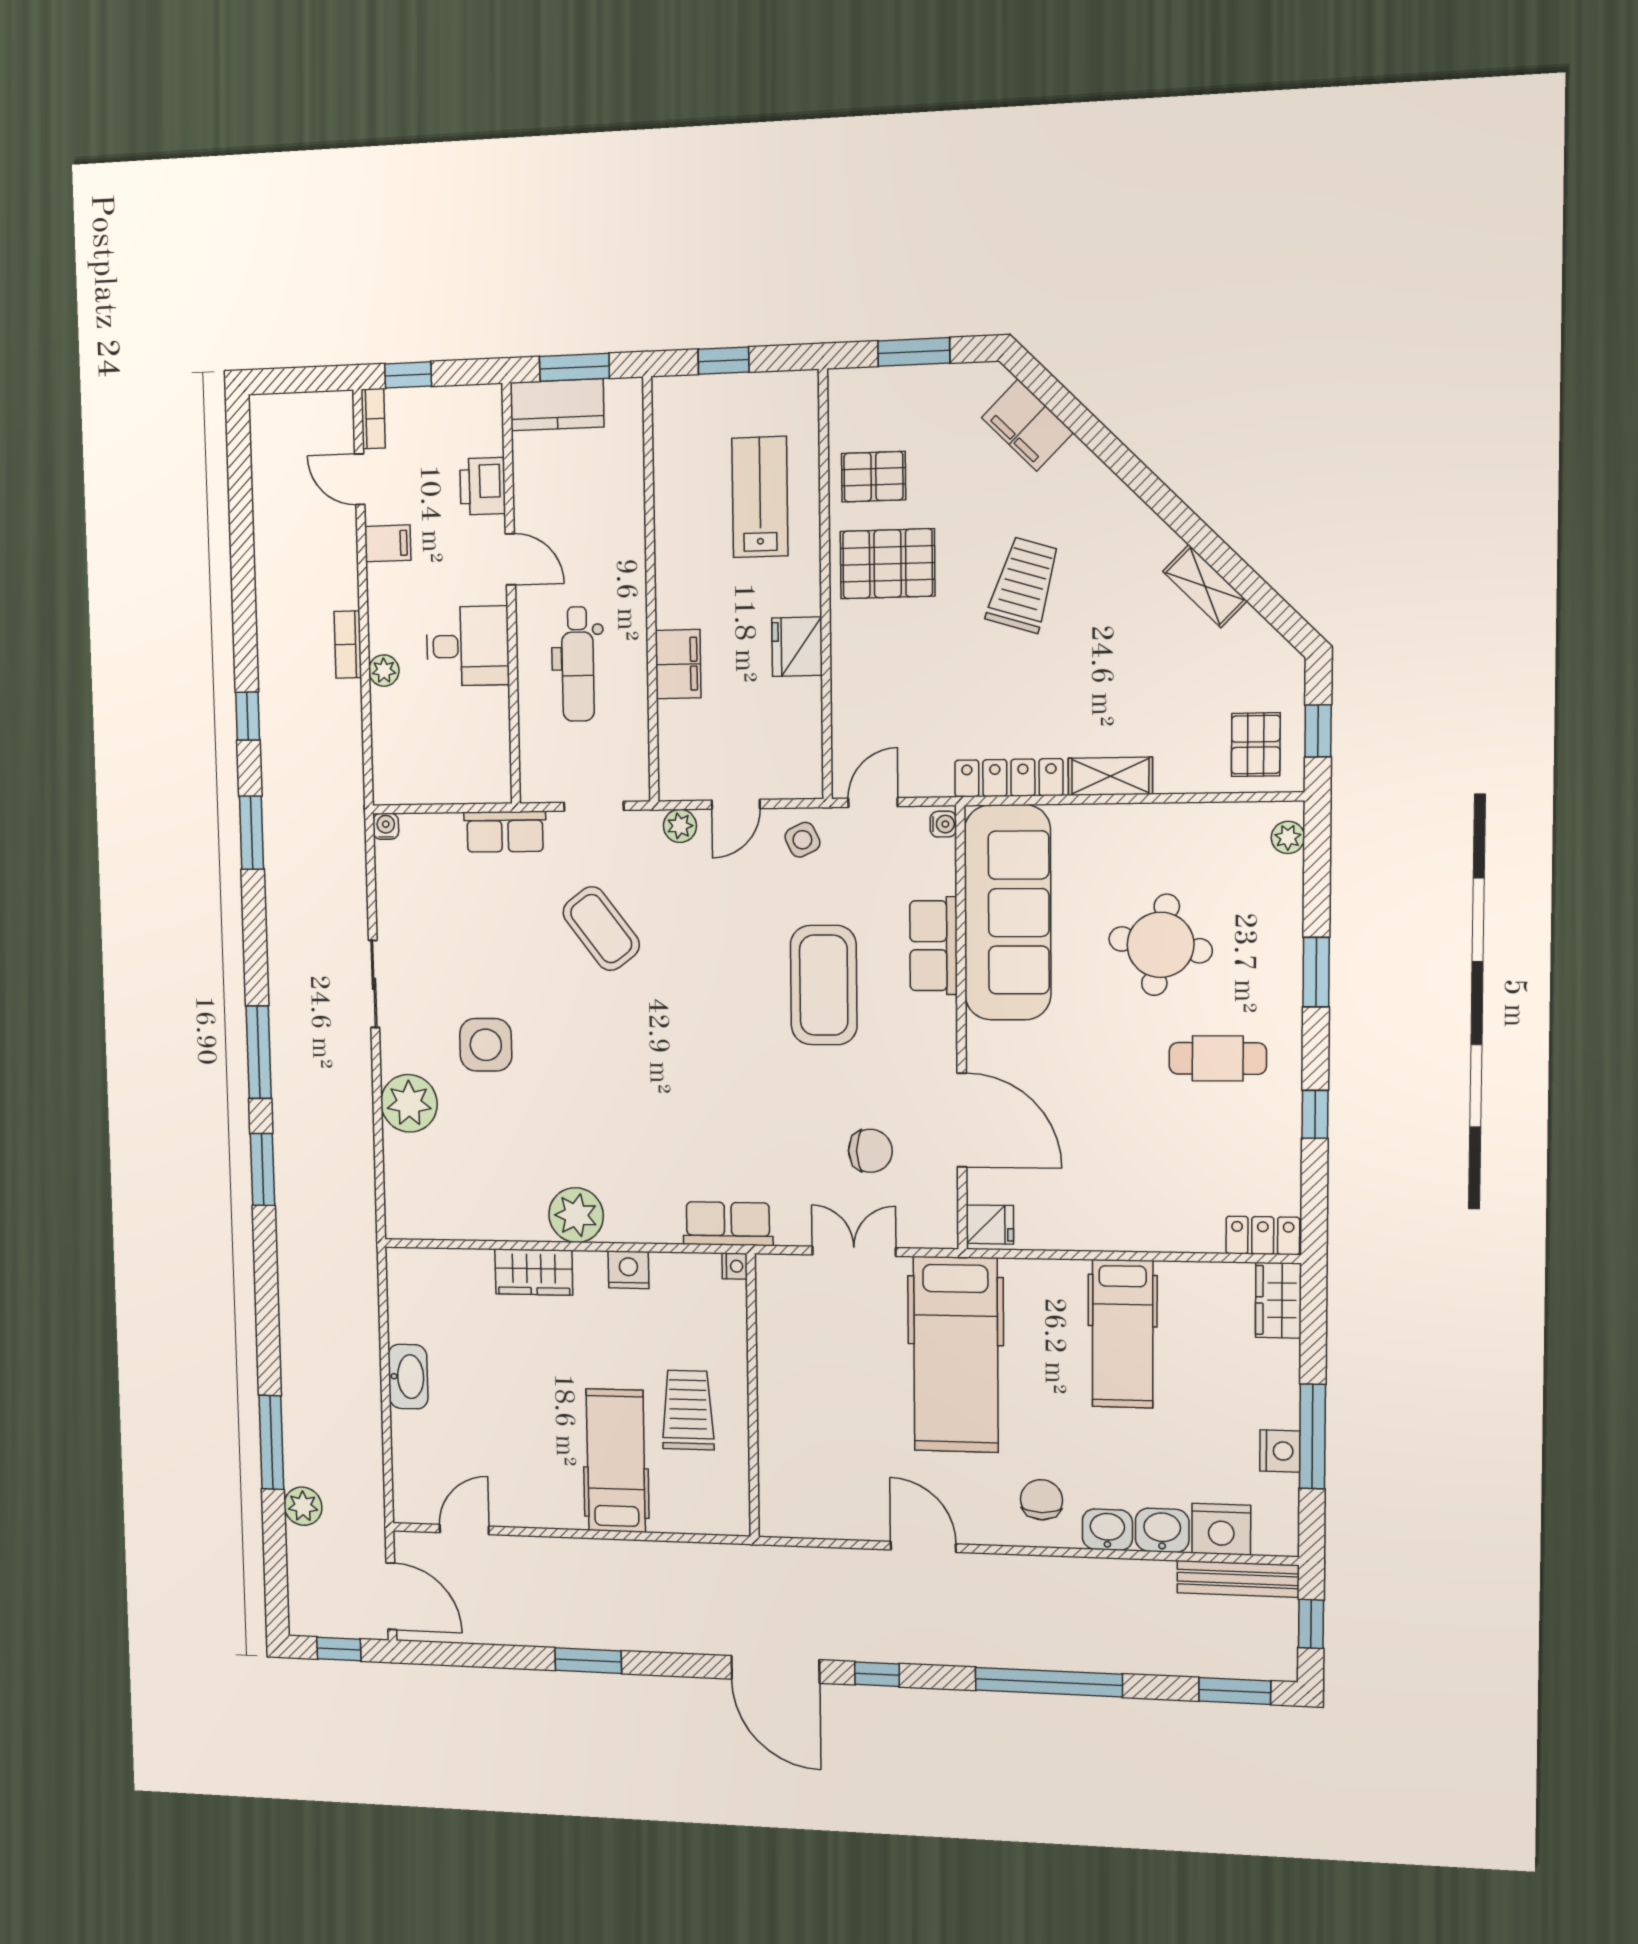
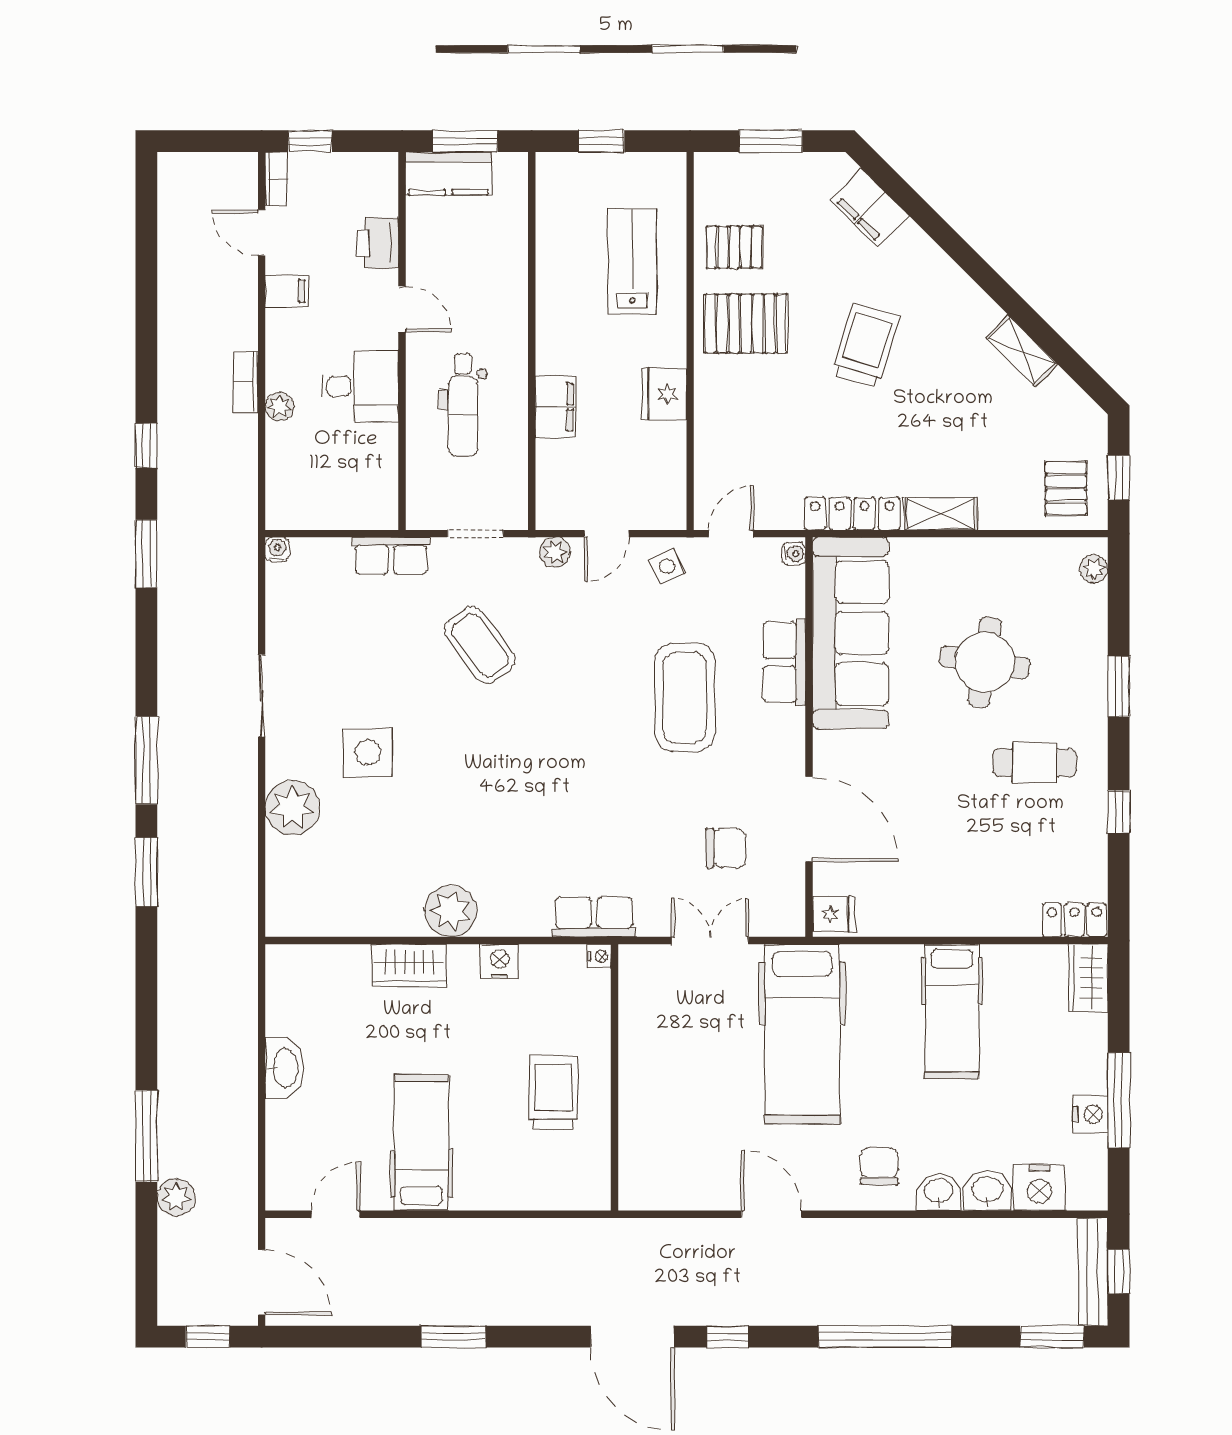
hospital bed: (616, 1461) -> (421, 1143), moved
bench: (1238, 1579) -> (1093, 1272), moved, turned 90

